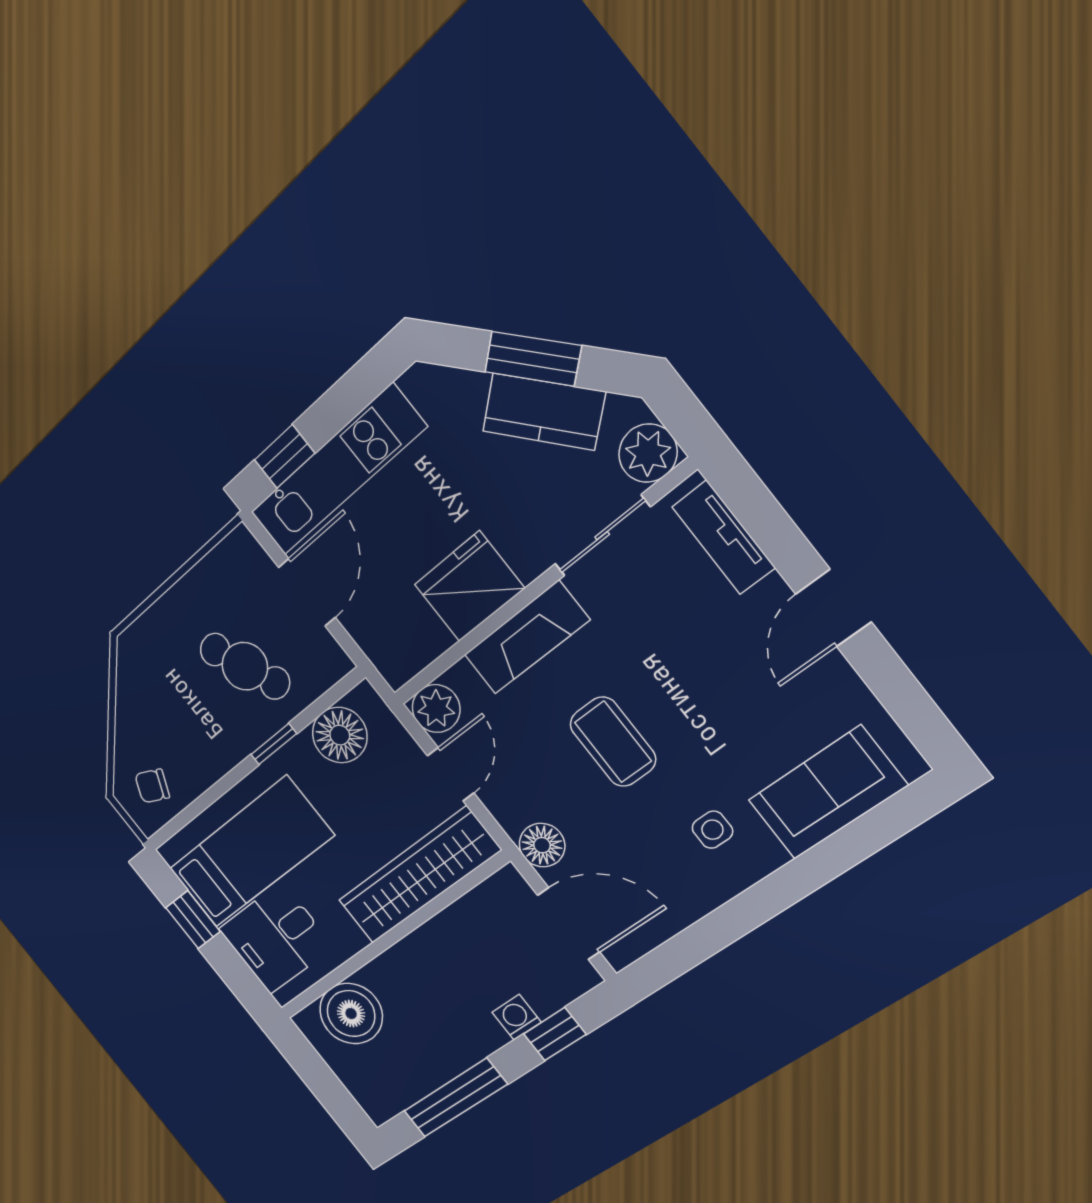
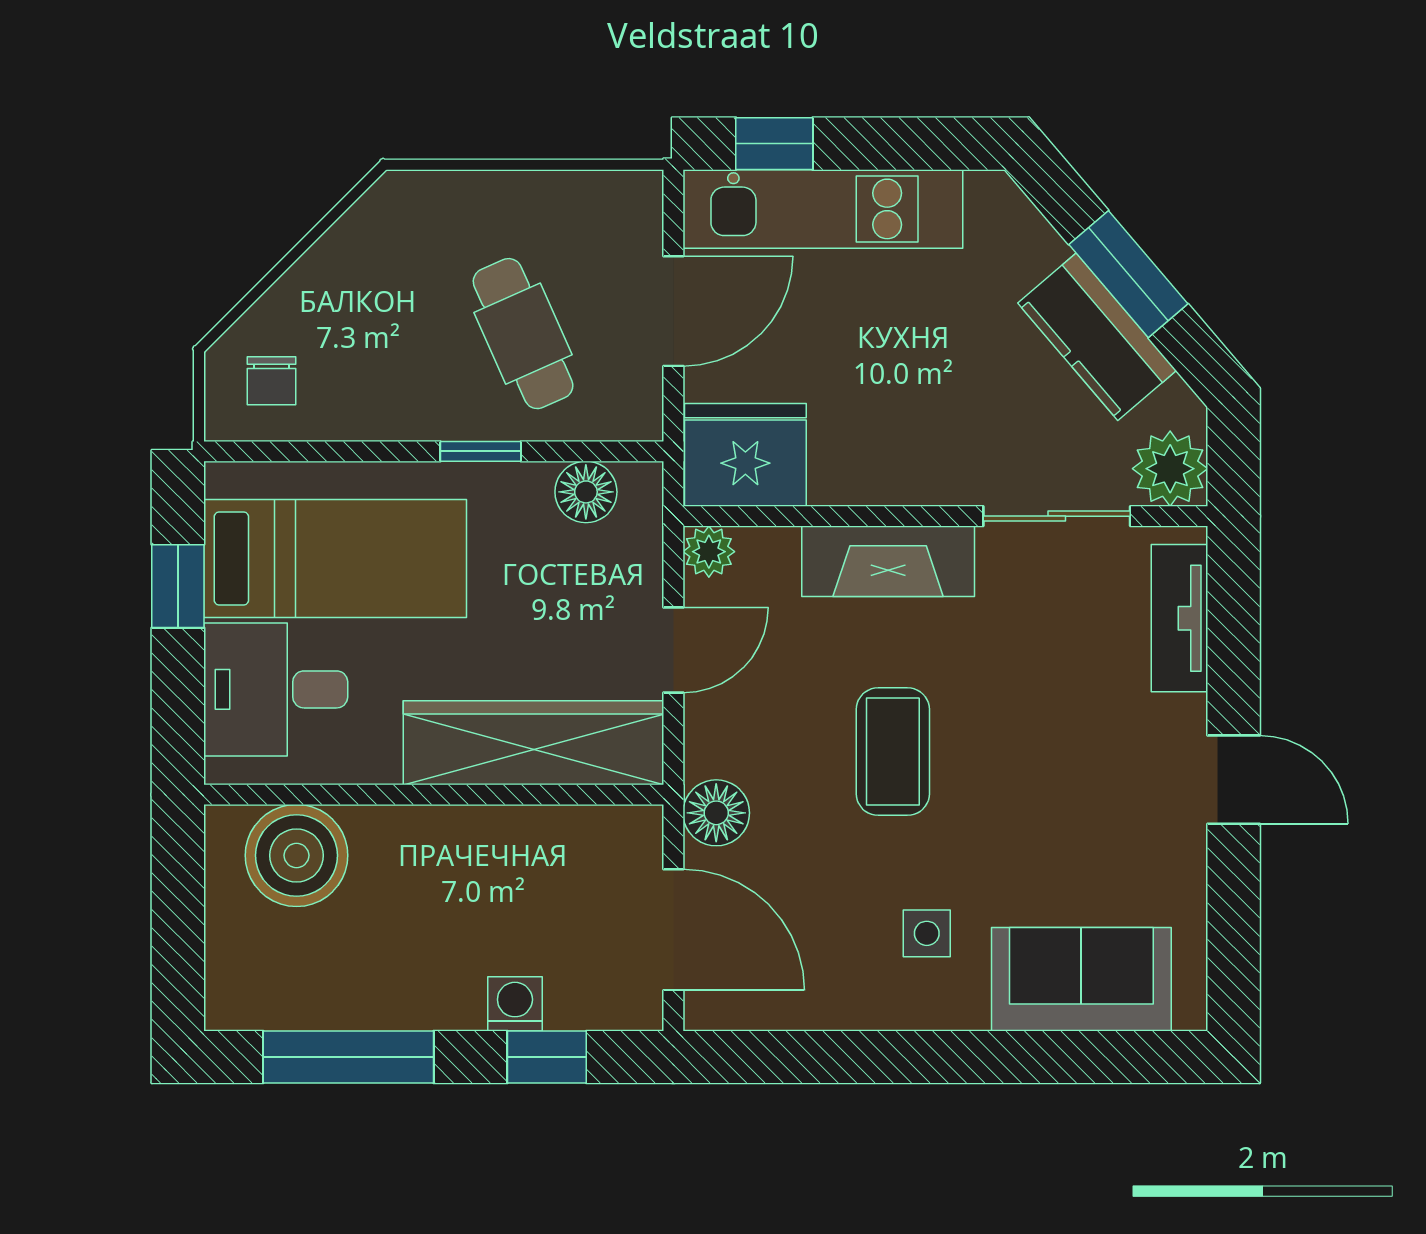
fridge: (469, 586) -> (745, 455), moved
door: (833, 608) -> (1234, 780), swing flipped
plant: (436, 709) -> (709, 552), width x0.73, depth x0.73
floor lamp: (340, 735) -> (586, 492), width x0.73, depth x0.73
chair: (152, 786) -> (271, 381), turned -115

